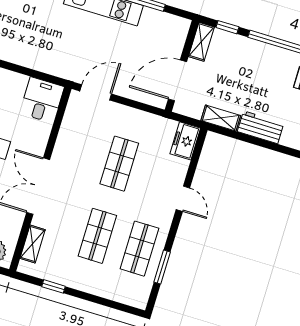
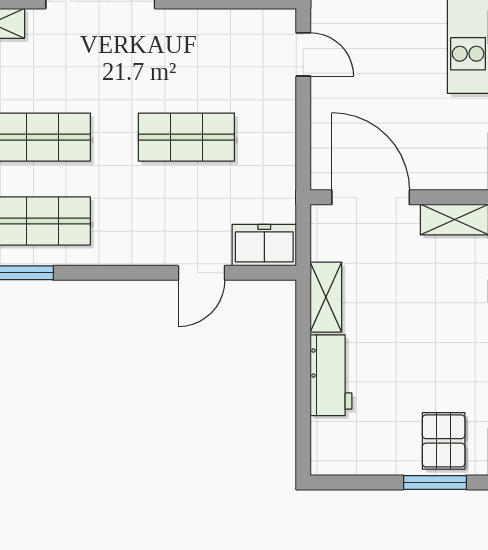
door: (96, 92) -> (303, 54), width x0.73
door: (183, 199) -> (202, 273), moved

